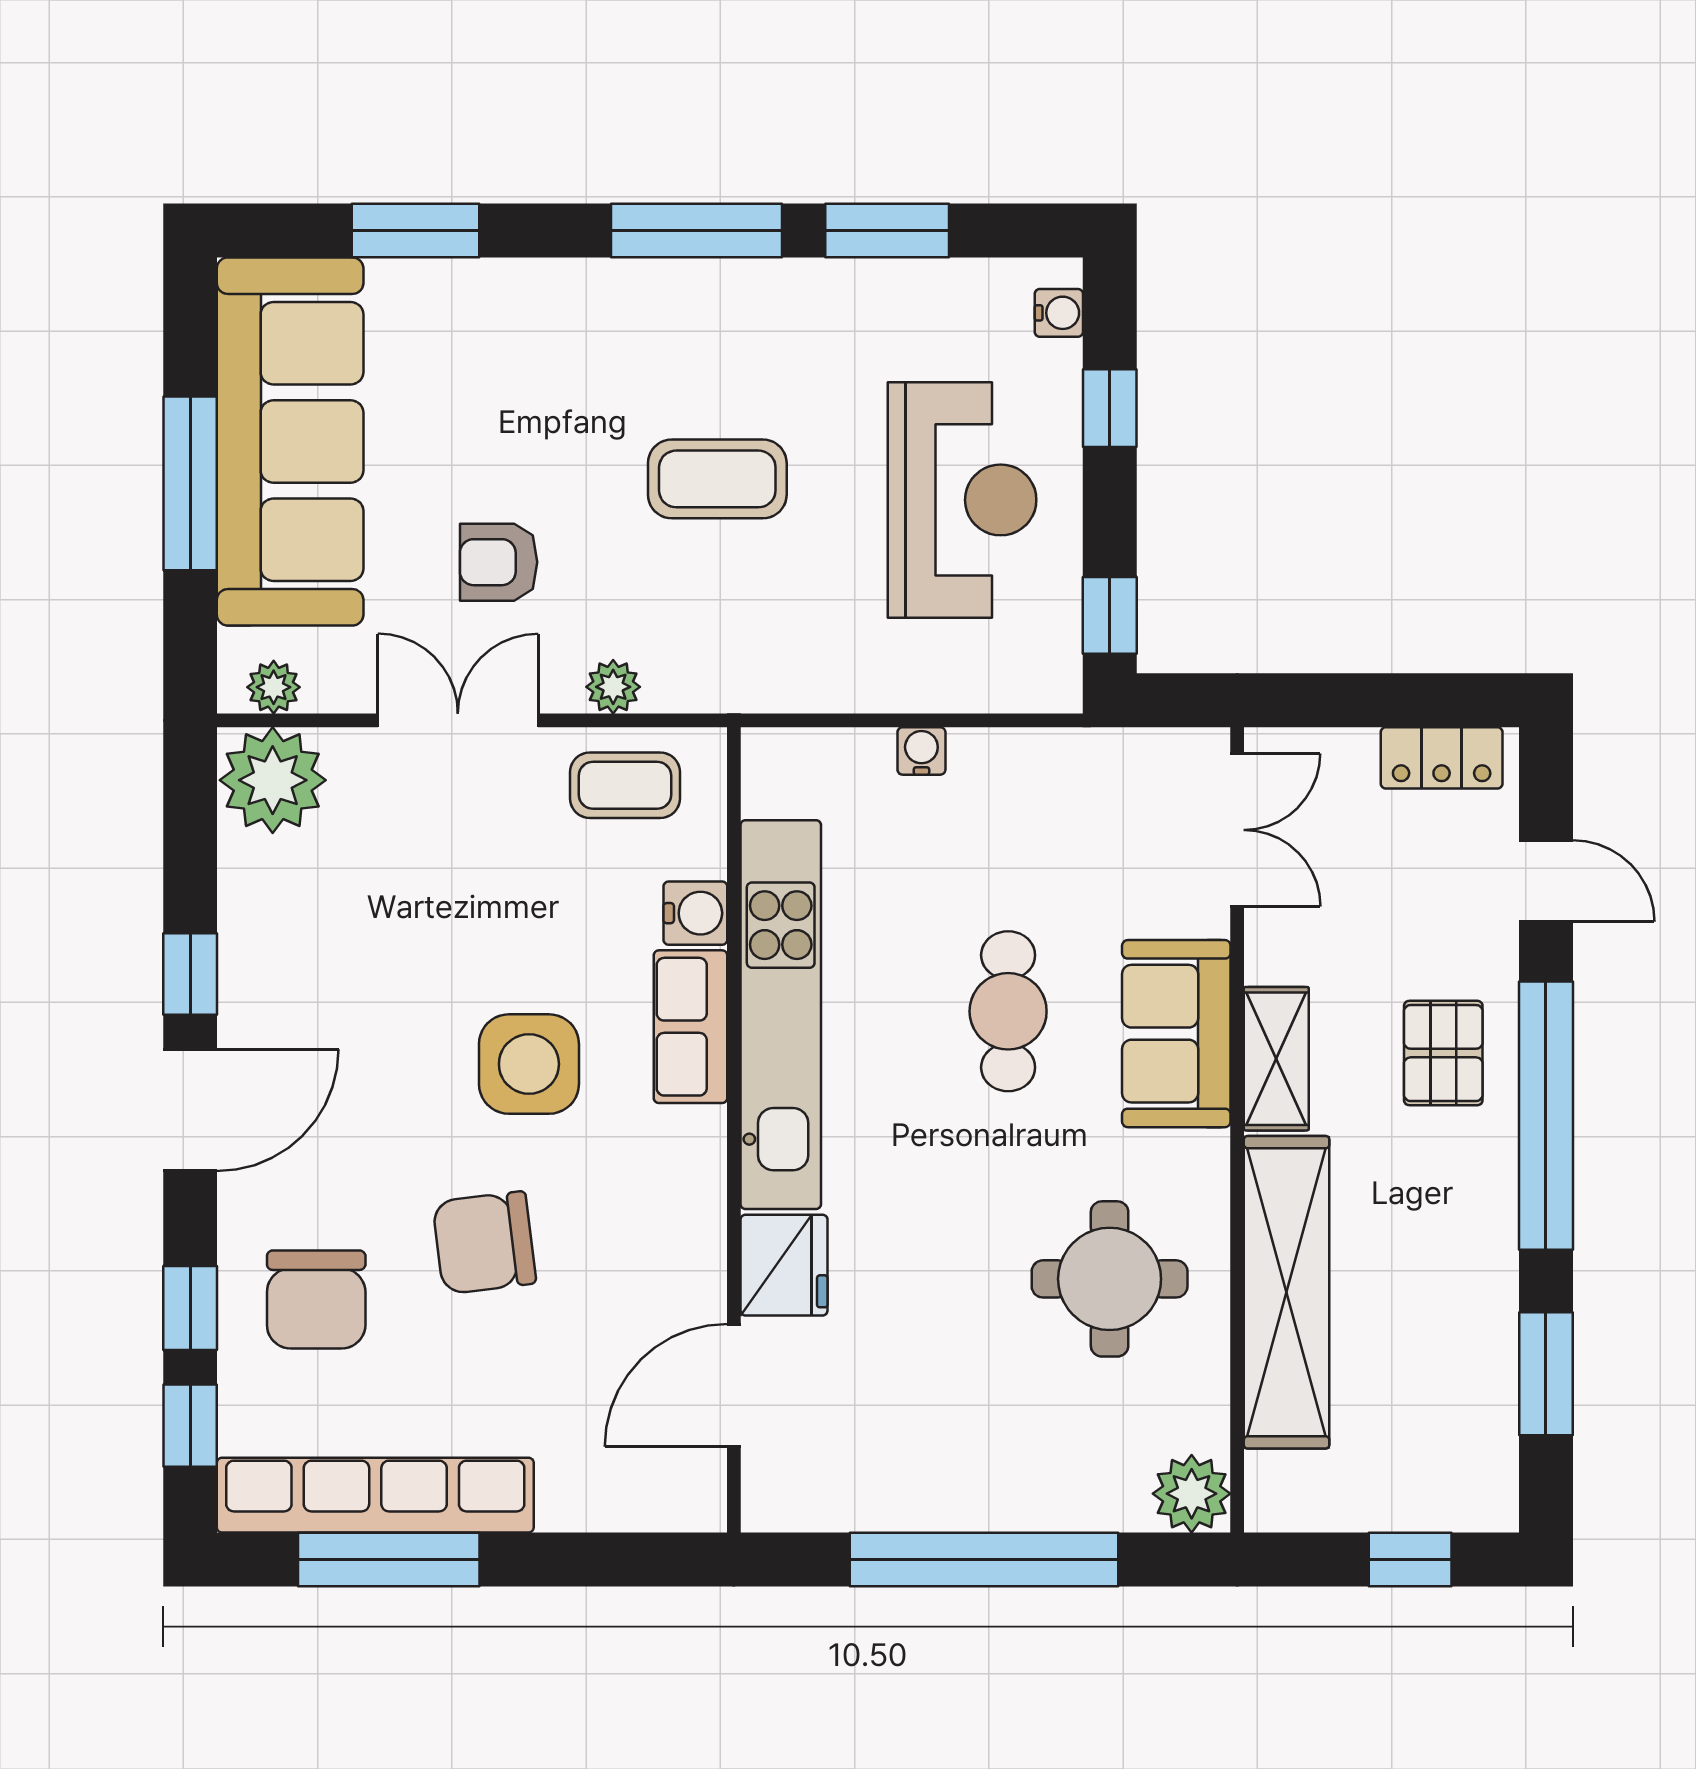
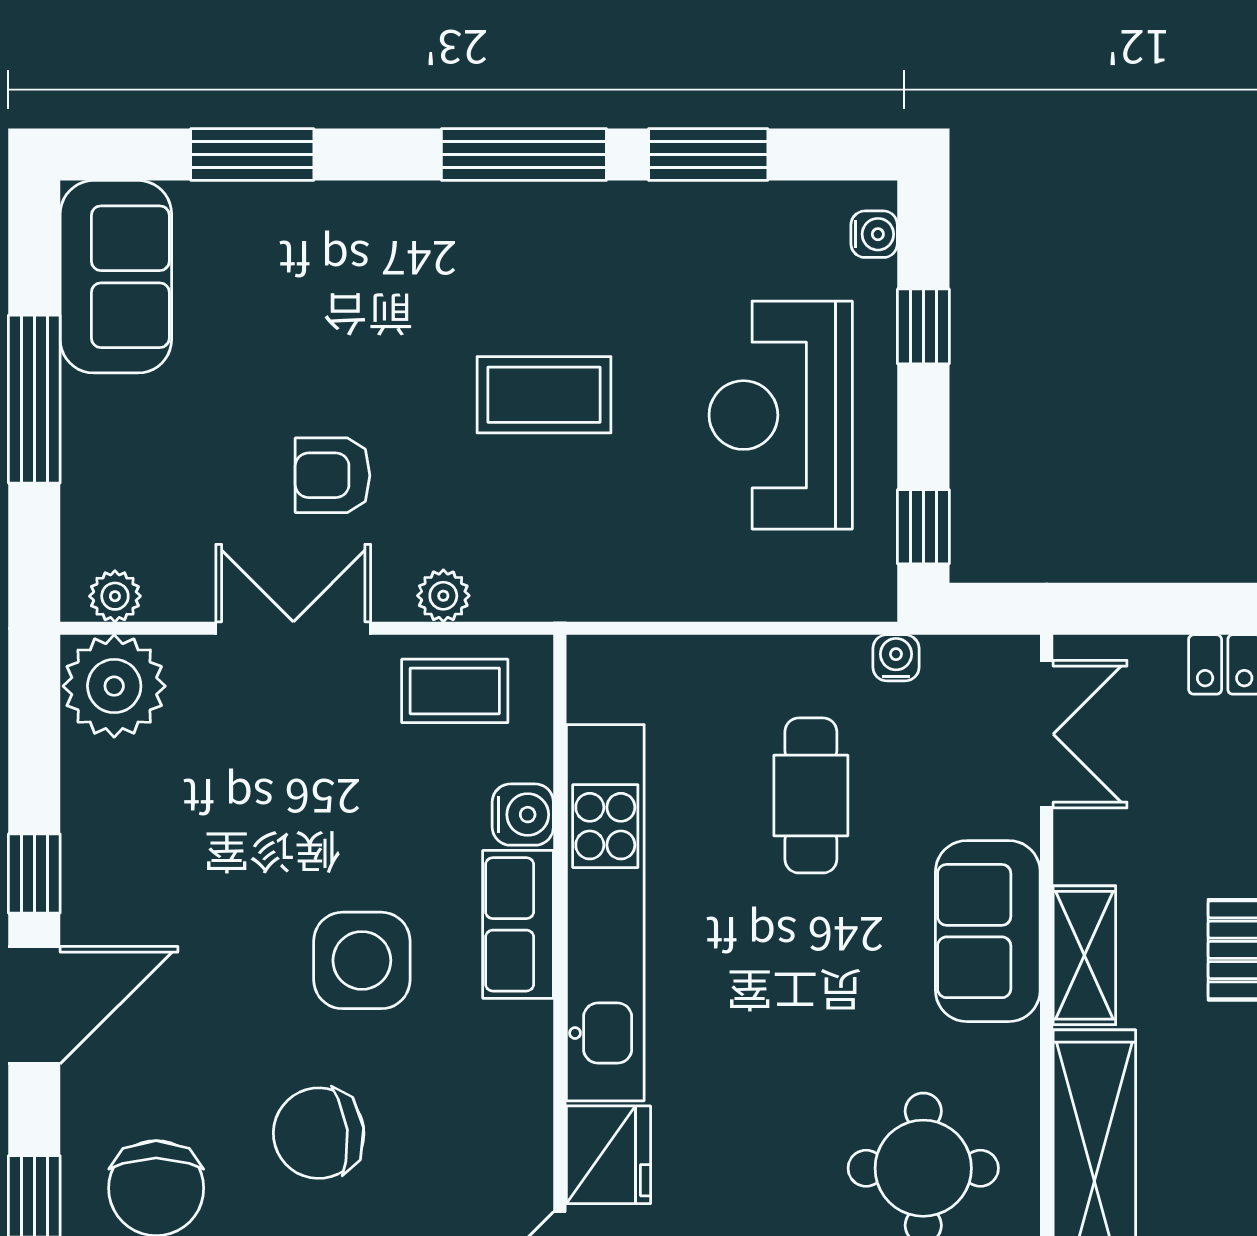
sofa: (290, 442) -> (116, 277), width x0.54, depth x0.79
reception desk: (962, 500) -> (781, 415), turned 180
water cooler: (921, 751) -> (896, 658), moved
cafe table: (1008, 1011) -> (811, 795), moved

